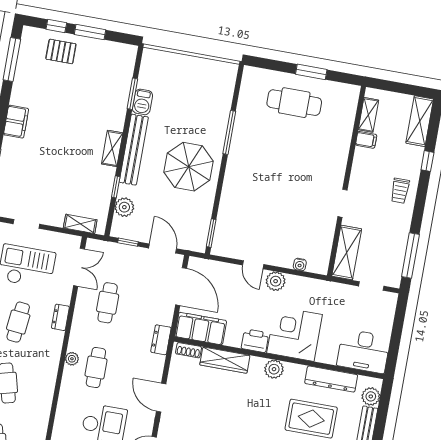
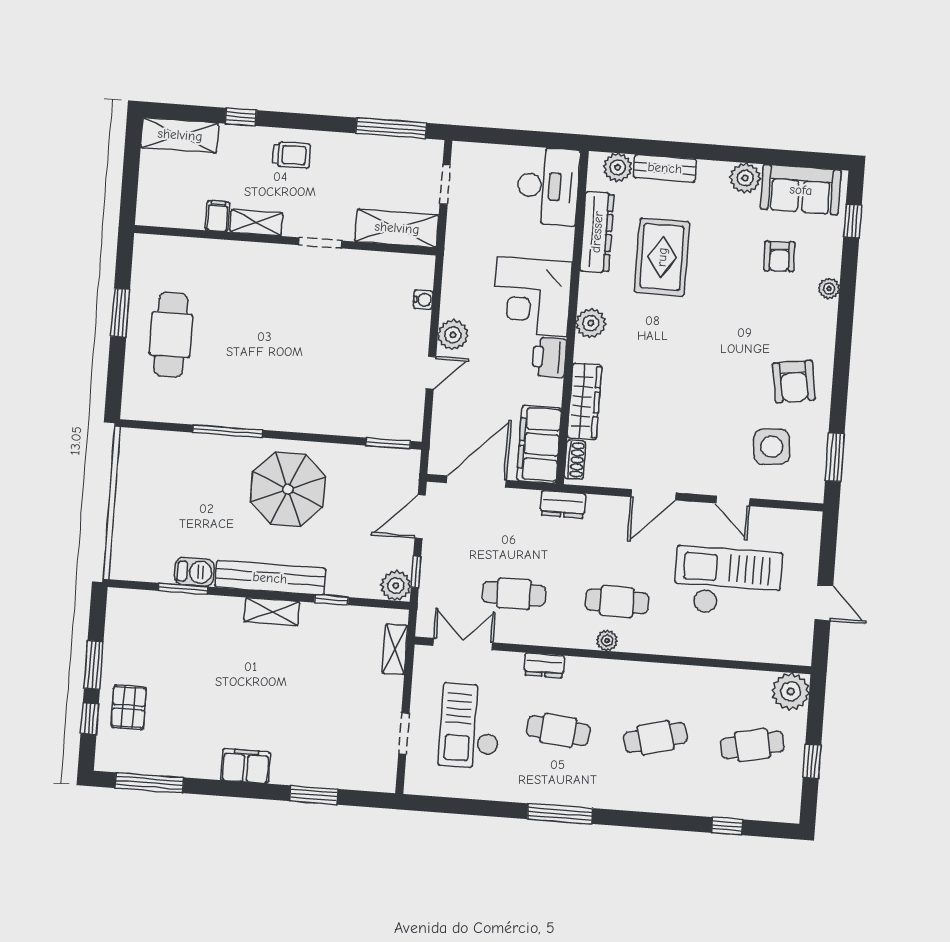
shelving: (368, 115) -> (256, 222), moved
plant: (124, 207) -> (396, 586), moved

